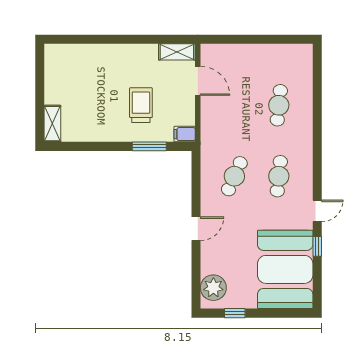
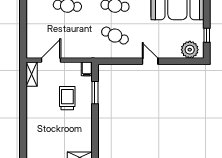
trolley: (141, 105) -> (67, 98), turned 90

